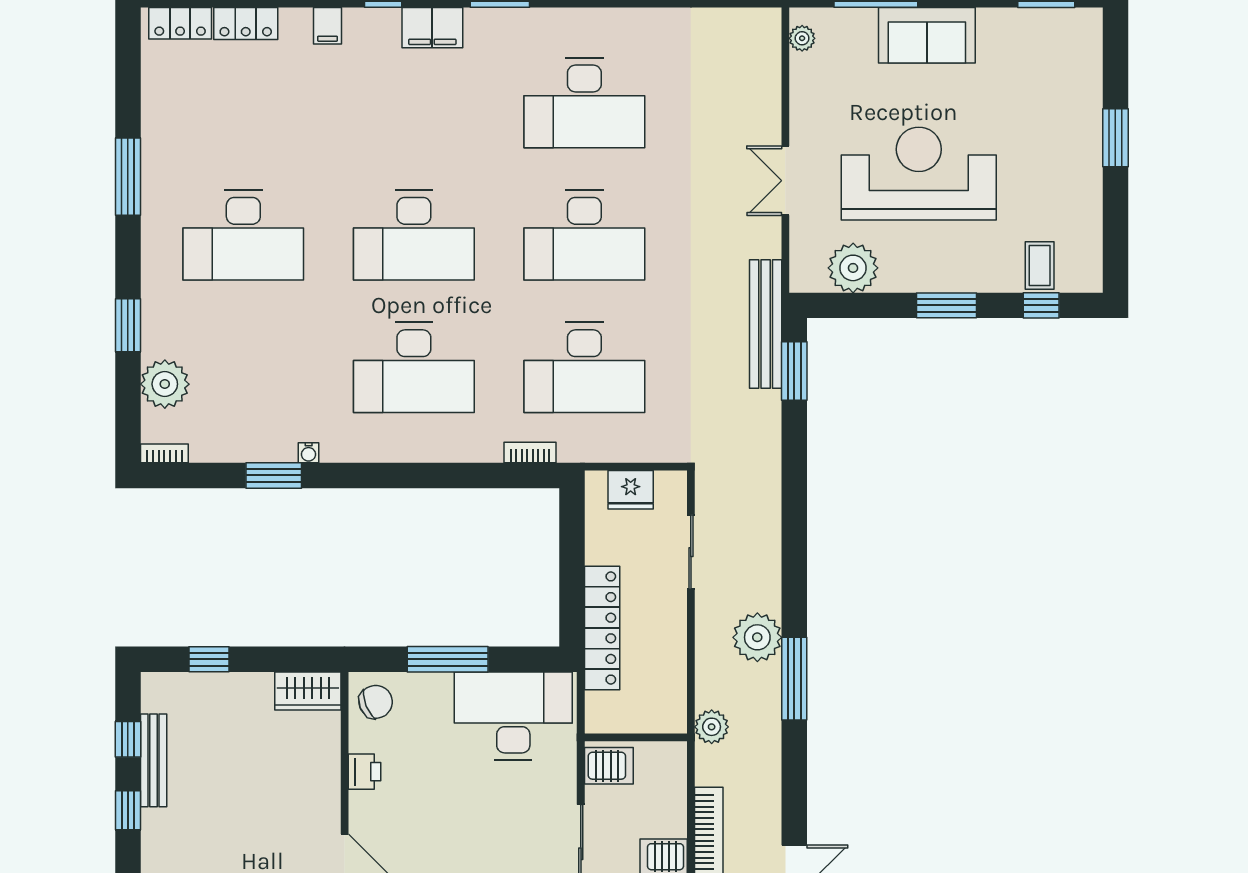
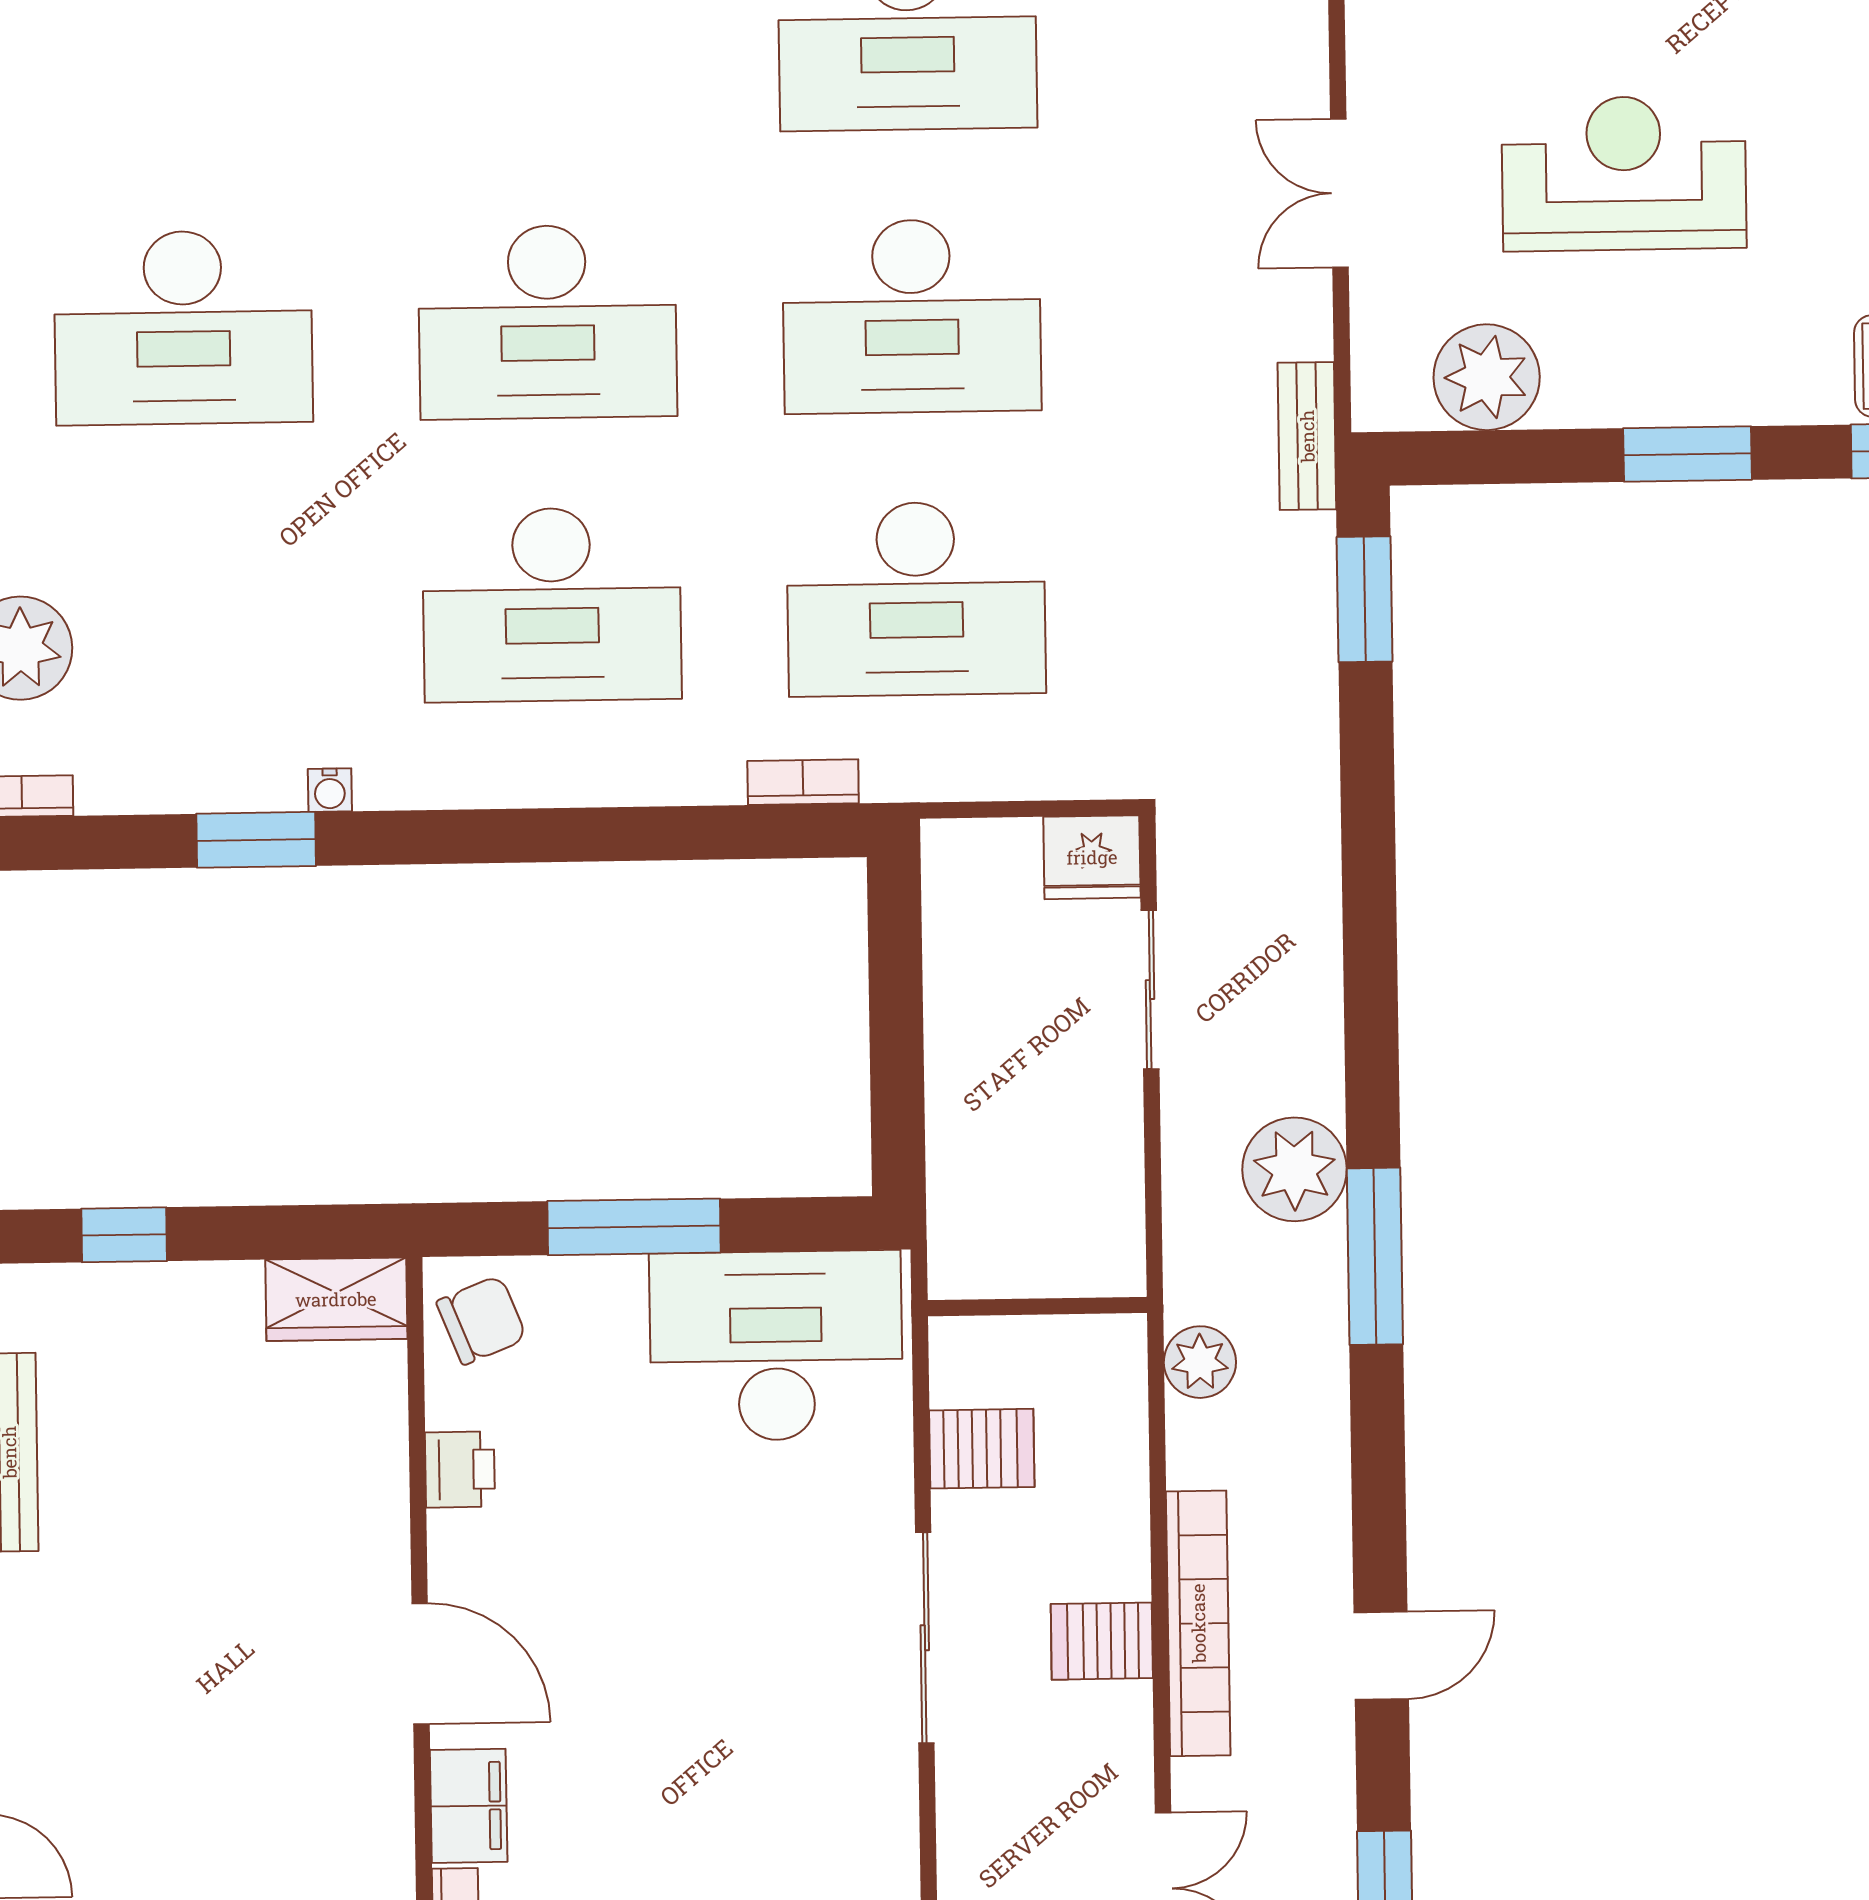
reception desk: (919, 174) -> (1624, 173), width x0.74, depth x0.77
bench: (766, 324) -> (1307, 436), width x0.54, depth x0.82
fridge: (631, 490) -> (1092, 857), moved
locker: (602, 628) -> (963, 1155), removed
wall: (636, 737) -> (1037, 1307), moved

